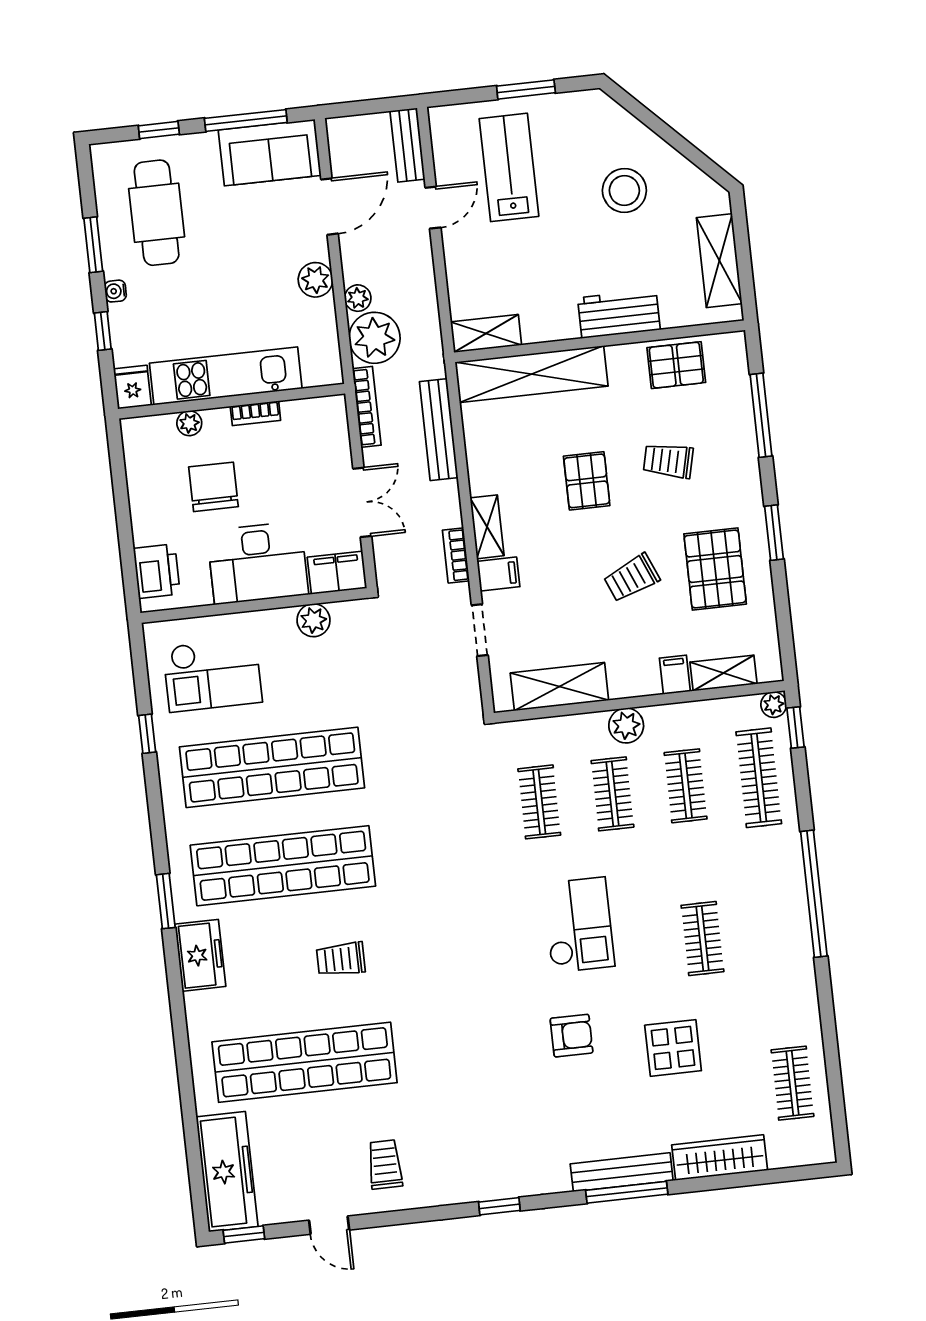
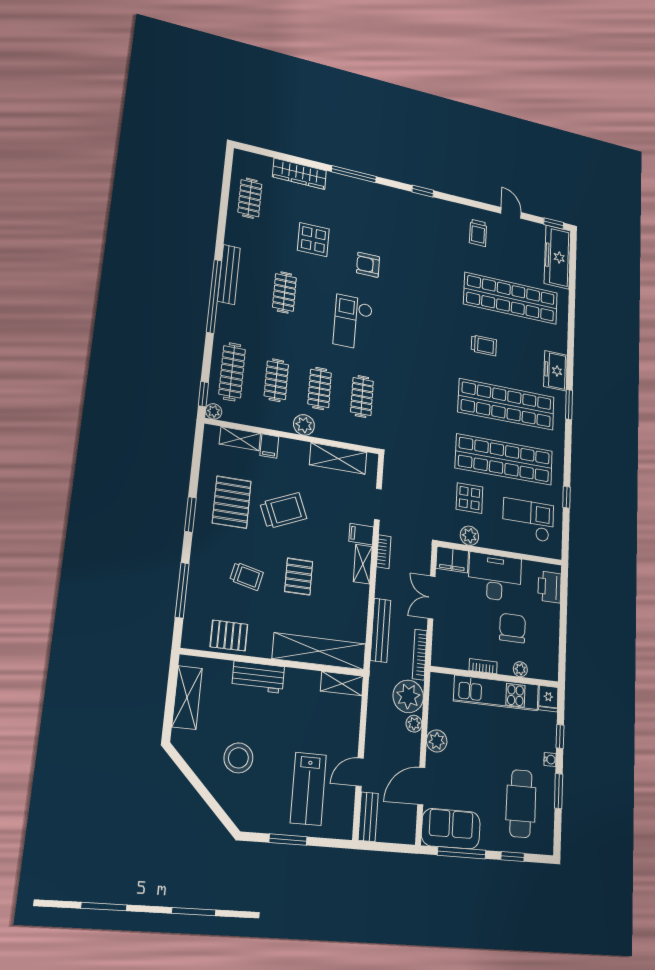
chair: (213, 487) -> (512, 628), turned 180
trolley: (632, 578) -> (283, 511), width x1.36, depth x1.39
display table: (324, 684) -> (469, 498), added
bench: (622, 1172) -> (229, 274), moved, turned 90

